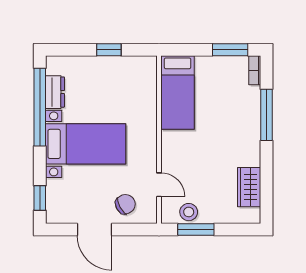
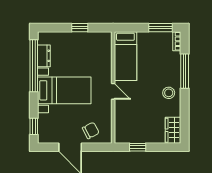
door: (159, 185) -> (113, 91), moved
wardrobe: (249, 187) -> (173, 130), moved
stool: (189, 212) -> (169, 93), moved
window: (196, 229) -> (138, 147), width x0.67

